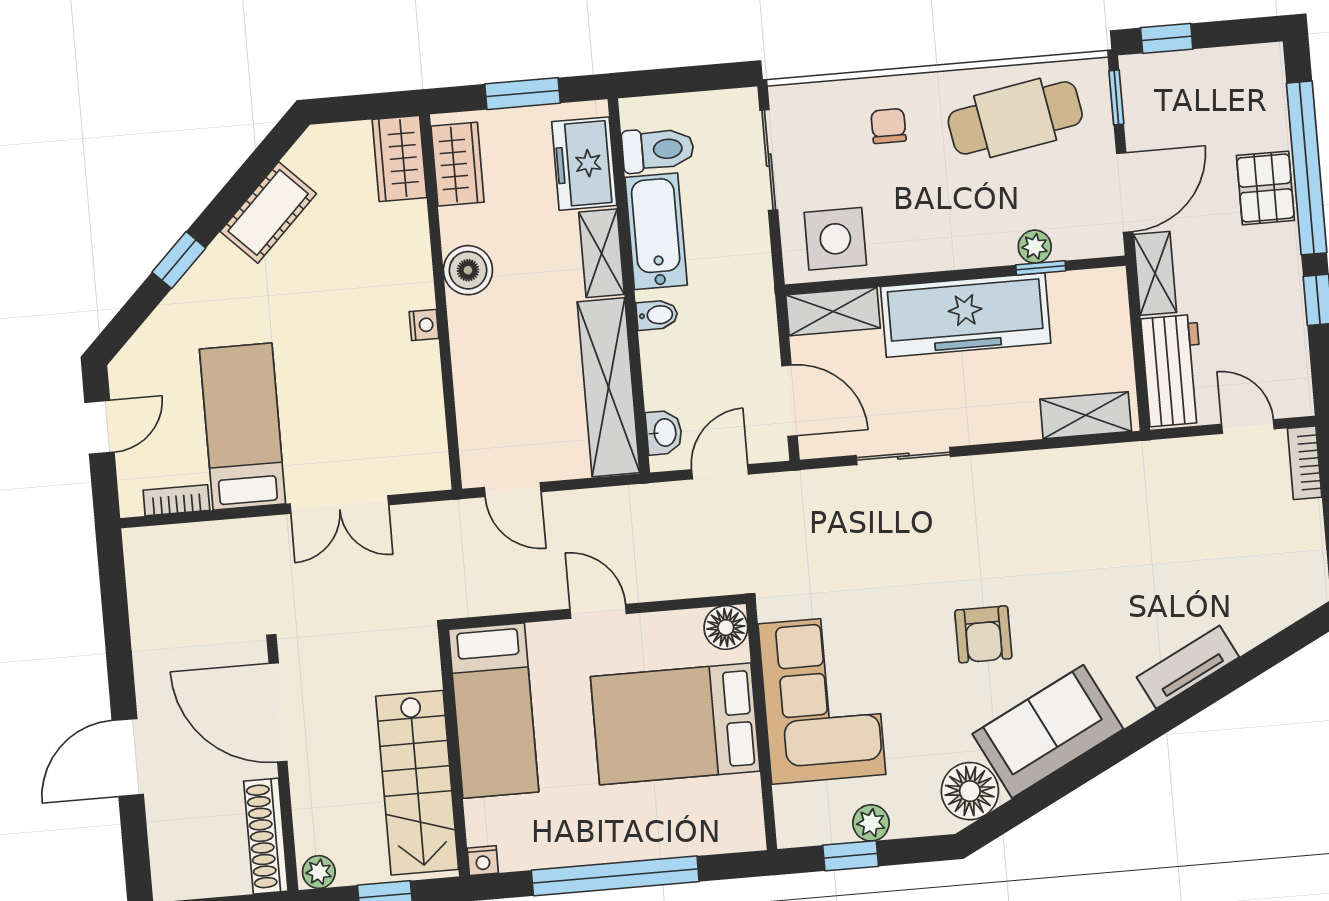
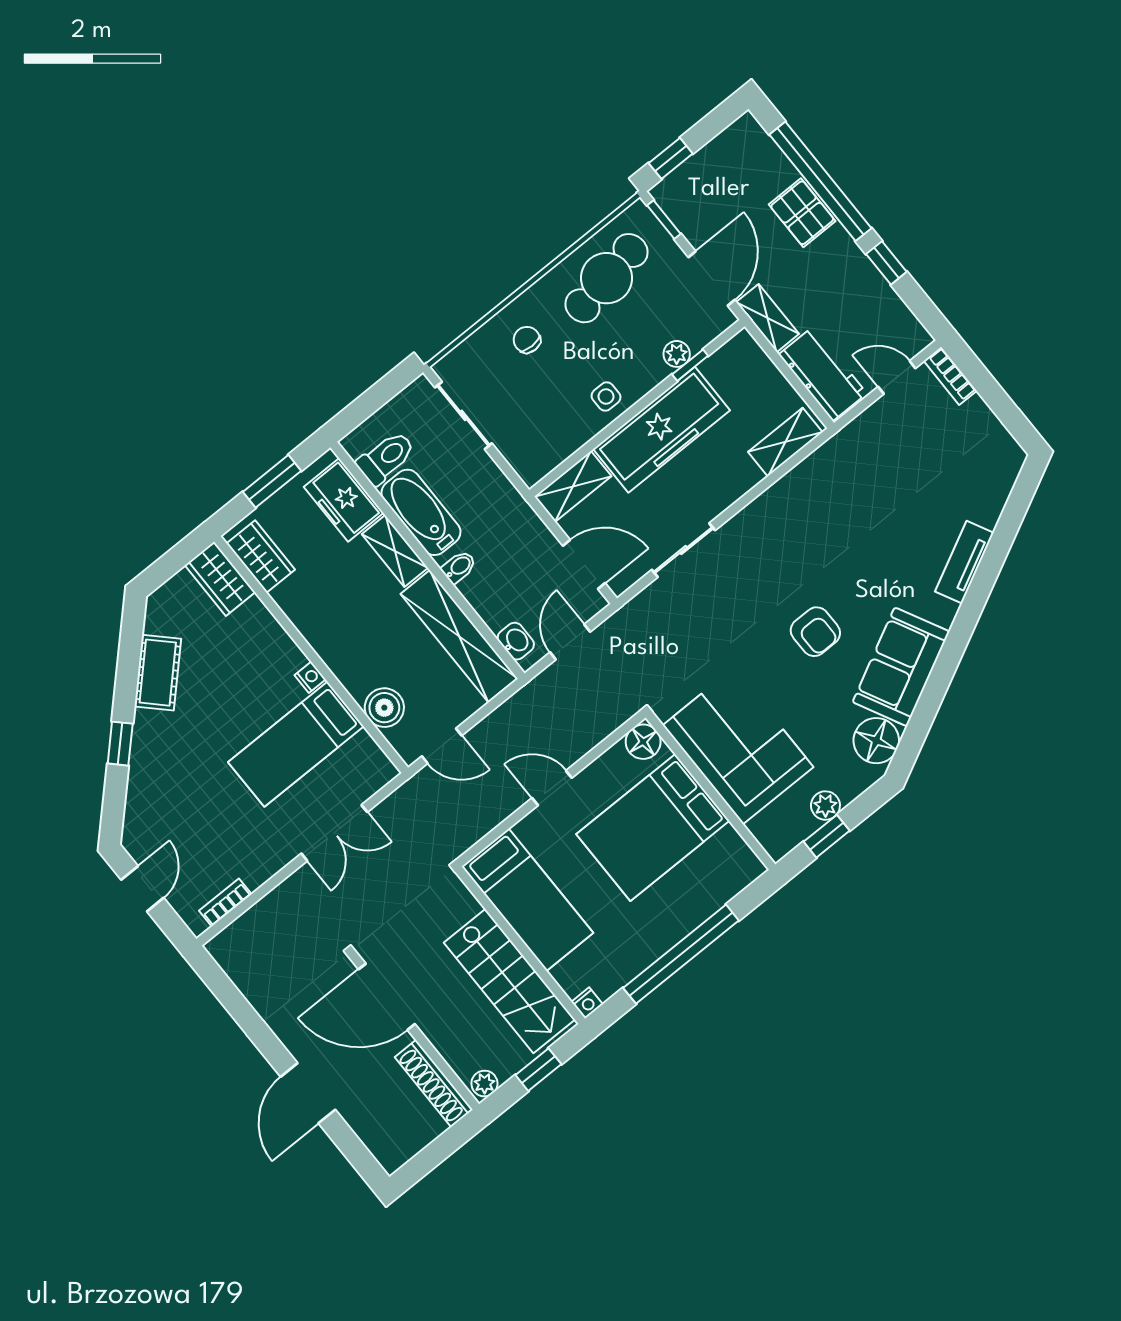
side table: (835, 239) -> (606, 397), moved, width x0.54, depth x0.54
boiler: (468, 270) -> (384, 708), moved
bed: (242, 427) -> (296, 744), moved, turned -90

